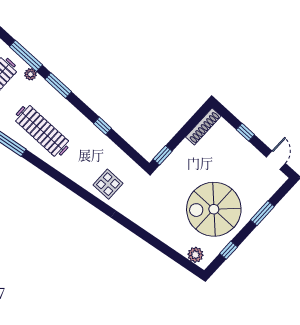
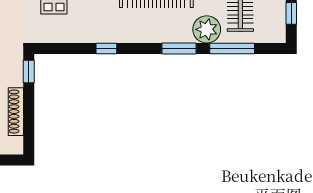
plant: (31, 74) -> (207, 29), width x1.87, depth x1.87
shoe rack: (203, 126) -> (16, 112), moved

